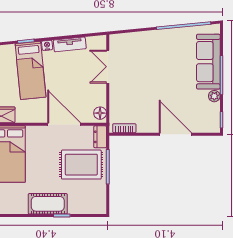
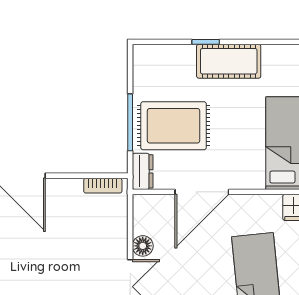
floor lamp: (100, 113) -> (143, 246), moved
door: (64, 124) -> (202, 192), hinge flipped

